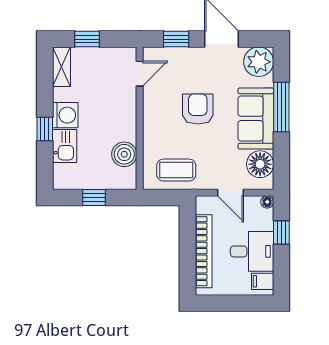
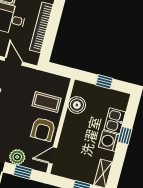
plant: (189, 58) -> (17, 157), added
armchair: (198, 109) -> (43, 129), moved
coffee table: (176, 170) -> (46, 102), moved

